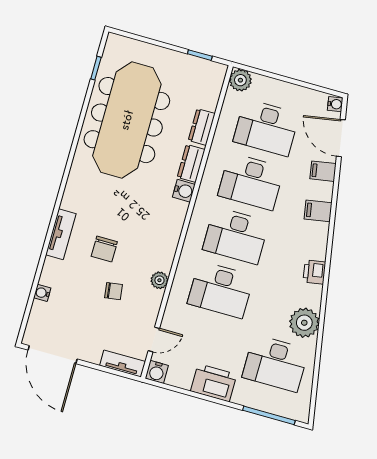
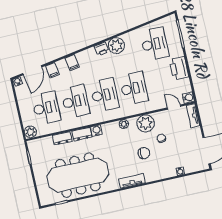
tv unit: (61, 234) -> (132, 181), moved
plant: (170, 242) -> (124, 124), added
plant: (159, 280) -> (146, 123), width x1.88, depth x1.88
plant: (304, 323) -> (116, 46), moved

